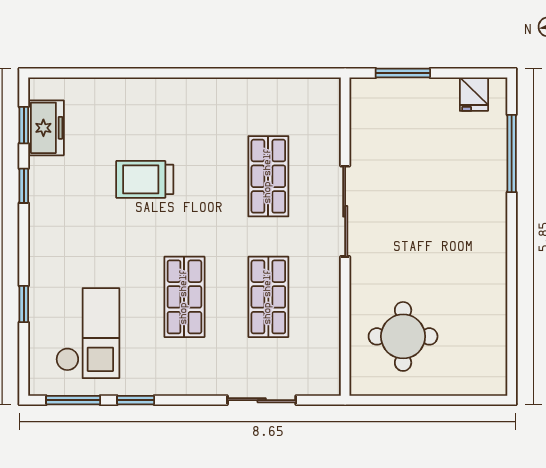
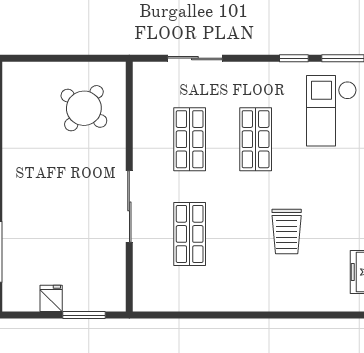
fridge: (474, 94) -> (51, 298), moved
trolley: (145, 179) -> (287, 232), turned 90
round table: (403, 336) -> (84, 108), turned 38

